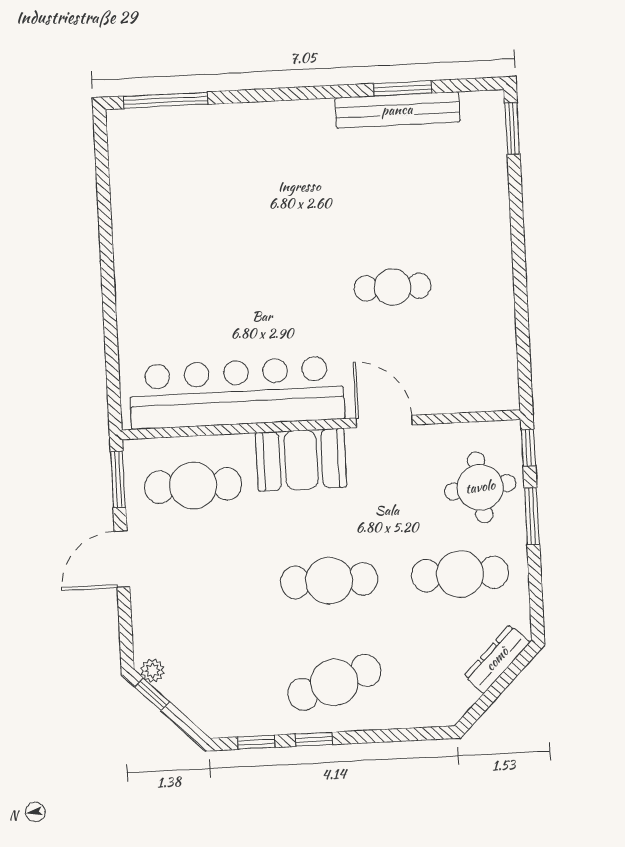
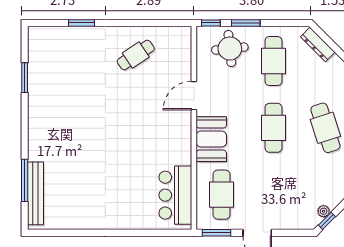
window: (166, 100) -> (25, 180), moved
bench: (397, 110) -> (36, 193), moved
window: (512, 128) -> (82, 23), moved
cafe table: (393, 287) -> (136, 55), moved, turned 56
bar counter: (237, 392) -> (175, 195), width x0.54
plant: (153, 671) -> (324, 211), moved

